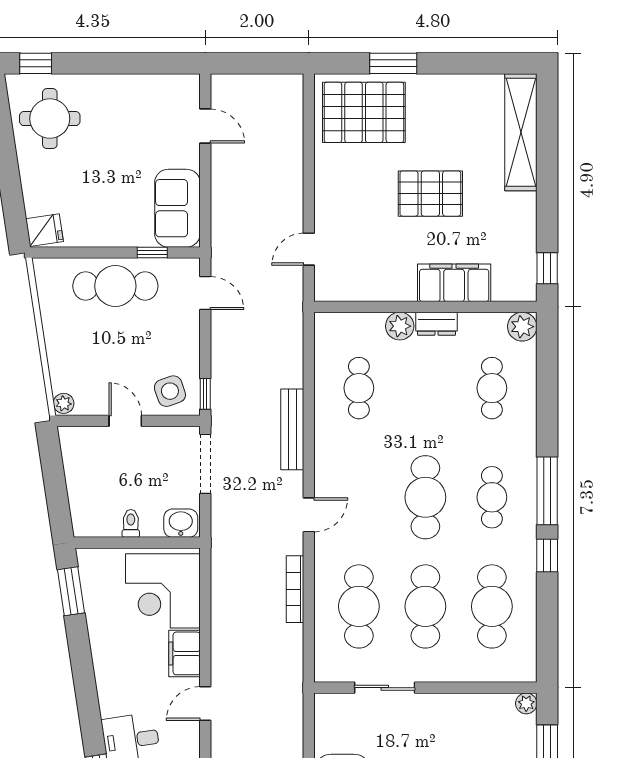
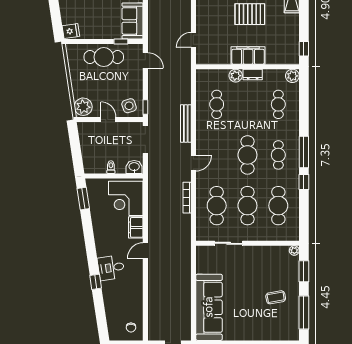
filing cabinet: (454, 283) -> (248, 56), moved
plant: (64, 403) -> (83, 107), width x1.88, depth x1.88

